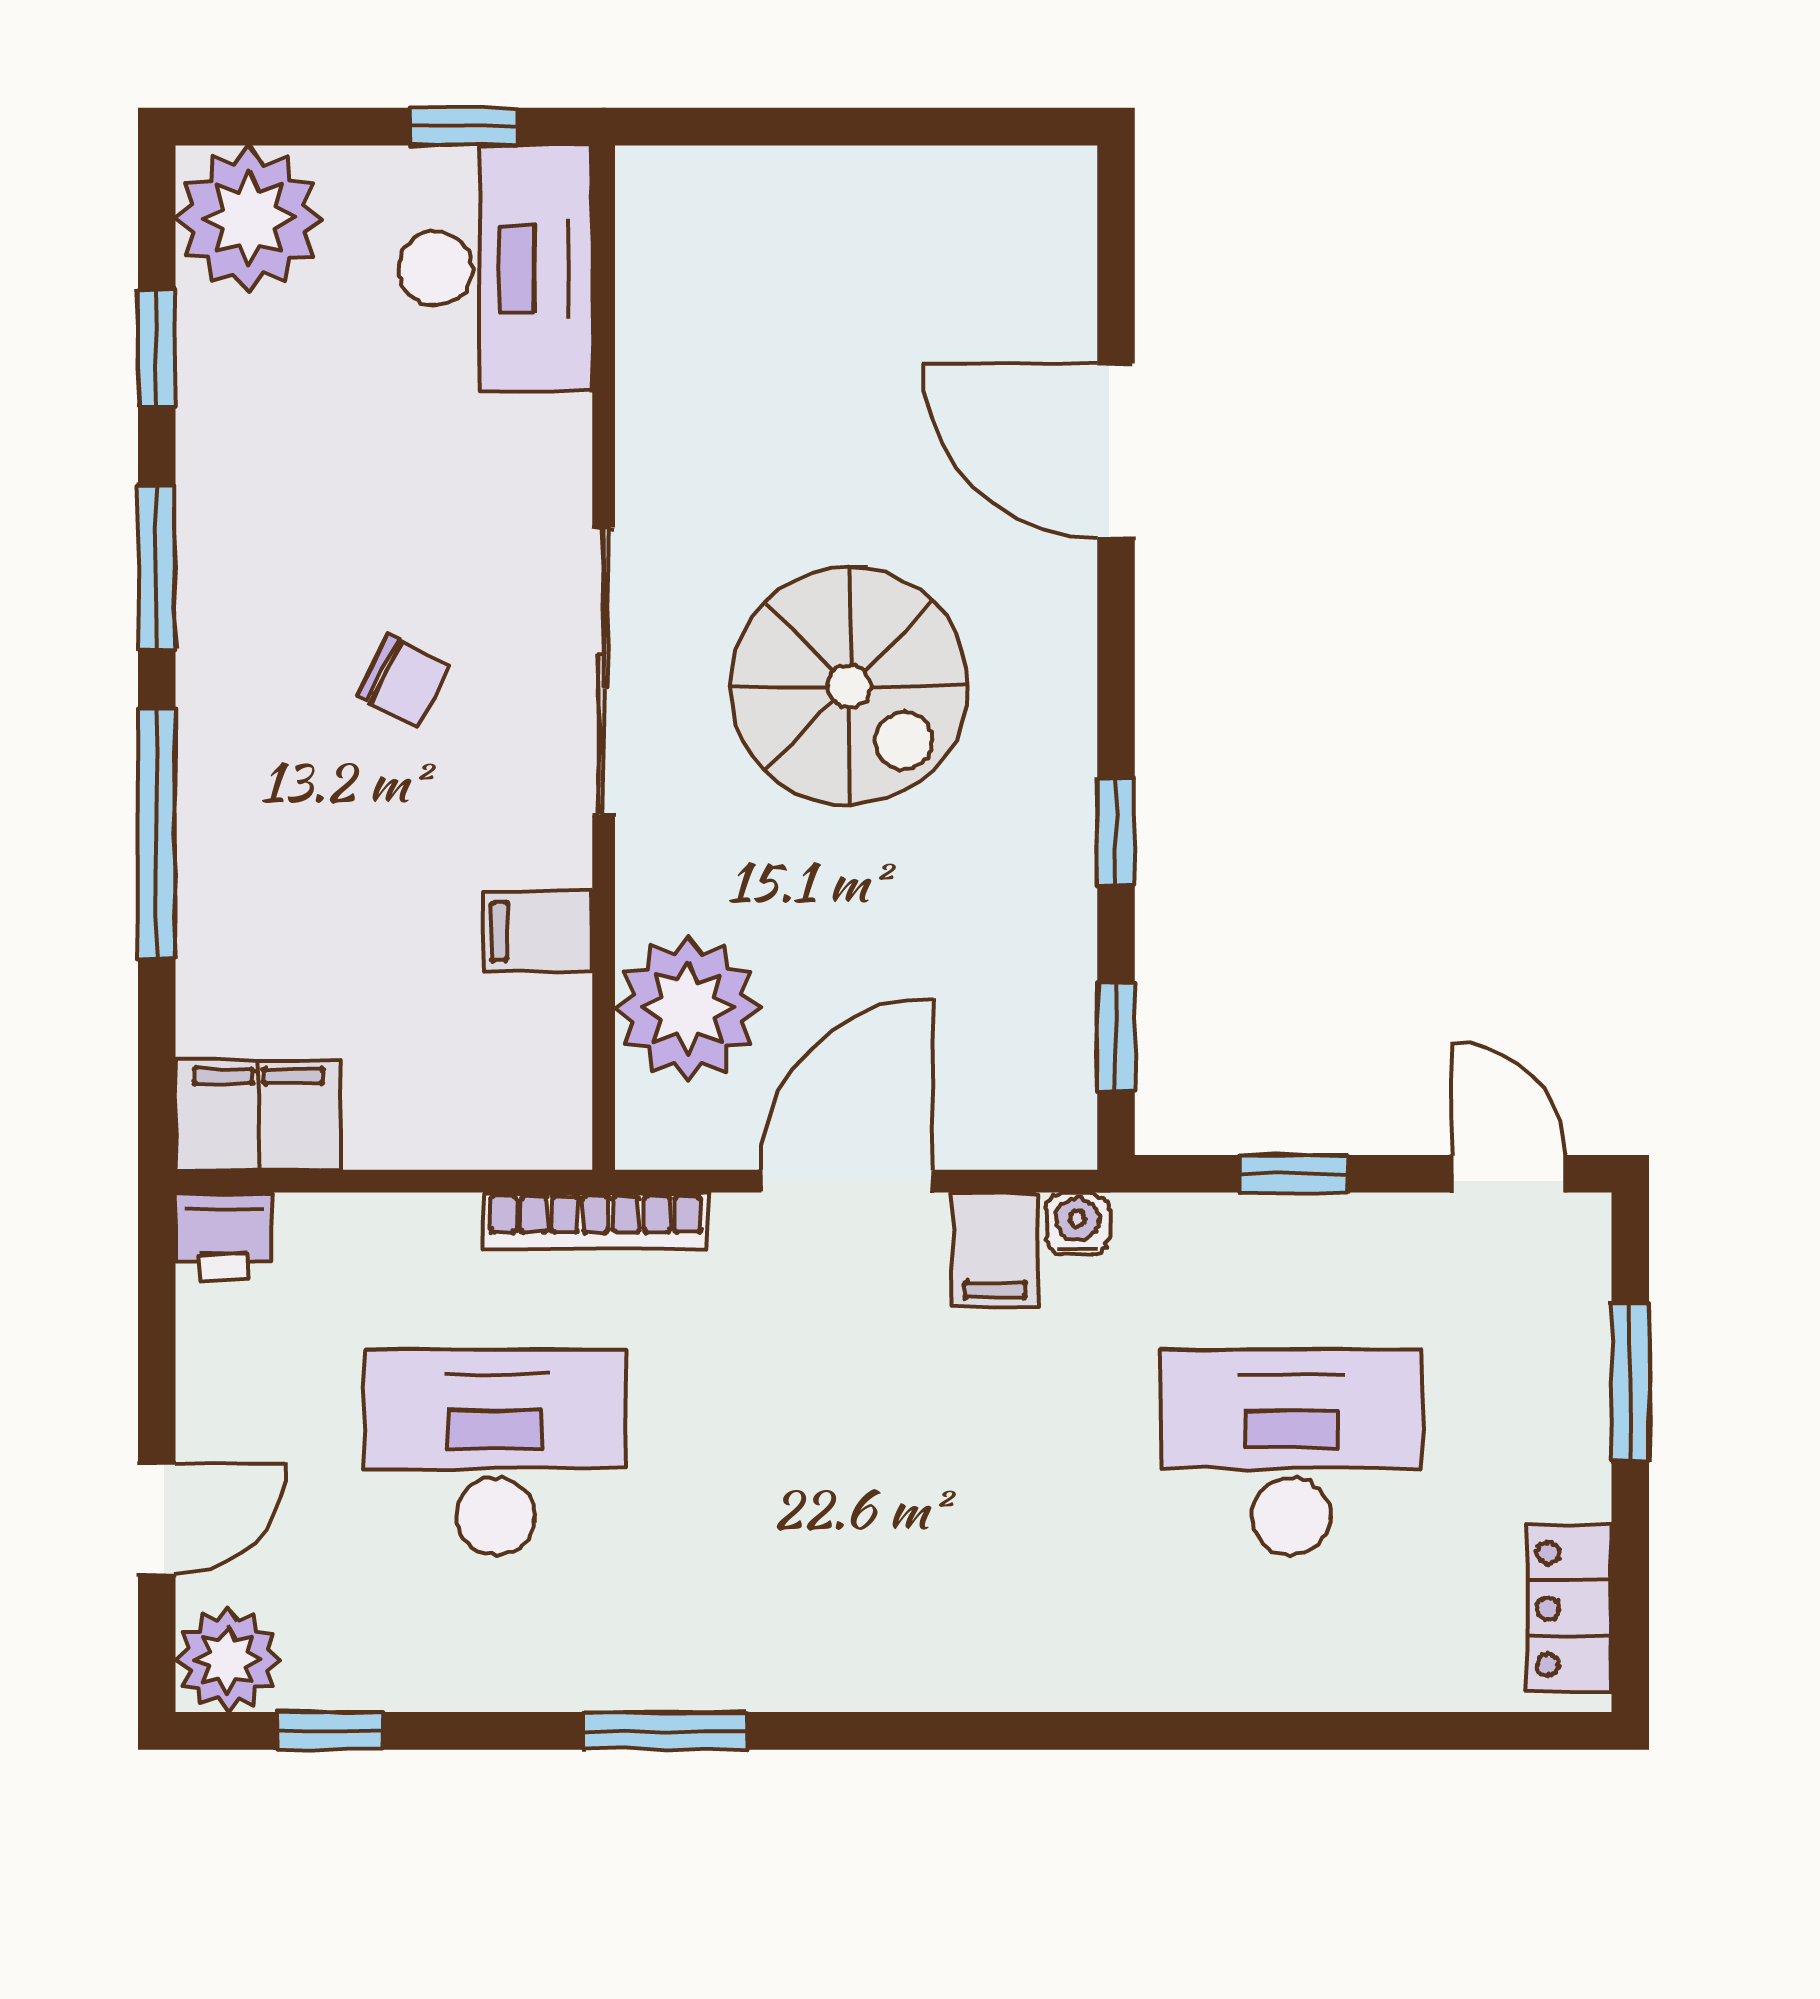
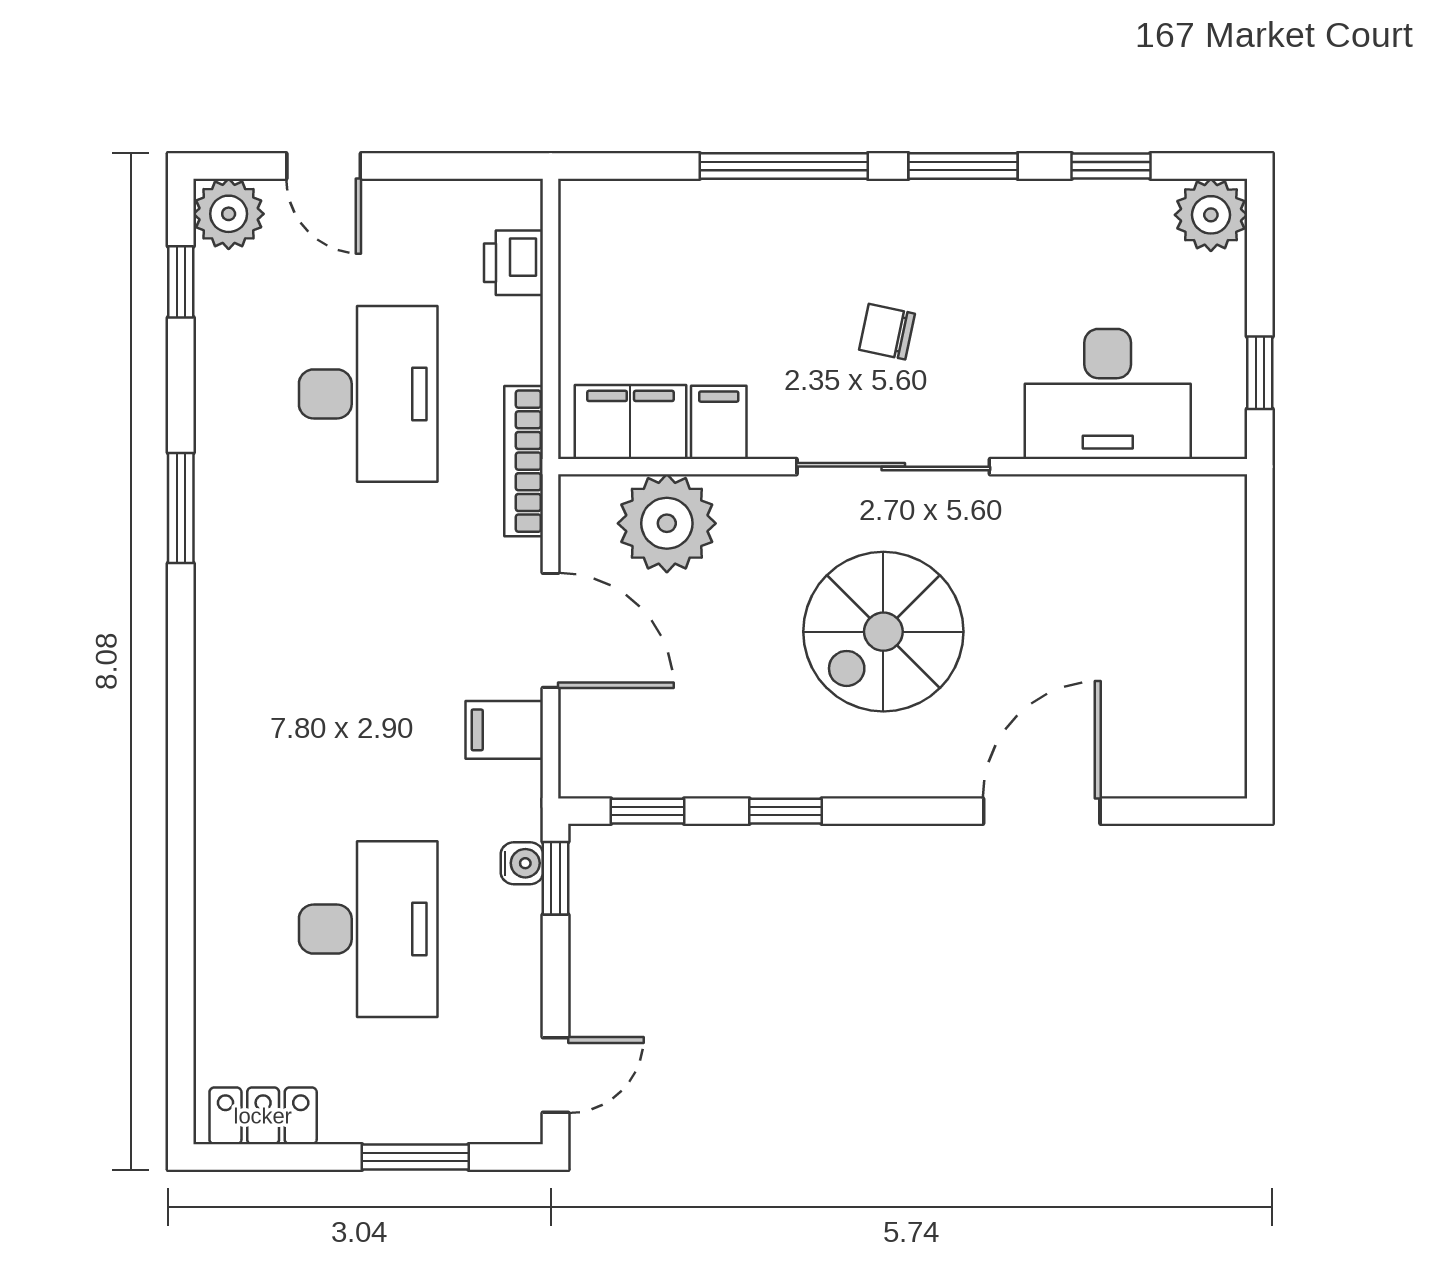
plant: (249, 219) -> (1211, 215), width x0.73, depth x0.73
desk: (496, 268) -> (1108, 394), moved
chair: (403, 681) -> (887, 332), turned 75
filing cabinet: (258, 1115) -> (630, 422), moved, turned -90
window: (1293, 1174) -> (556, 878), moved
water cooler: (1077, 1224) -> (522, 863), moved
printer: (224, 1236) -> (514, 263), moved

